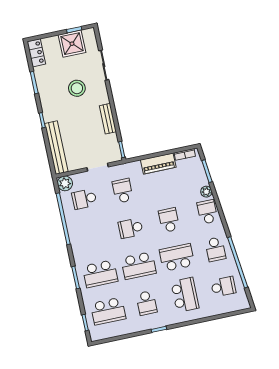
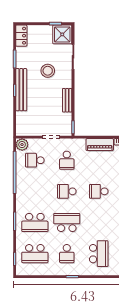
shower: (72, 44) -> (62, 34), moved
bench: (56, 148) -> (21, 90), moved
school desk: (123, 191) -> (67, 160), turned 180
school desk: (169, 220) -> (99, 191), turned -90
school desk: (177, 257) -> (99, 222), removed
school desk: (139, 266) -> (67, 222), turned 180

